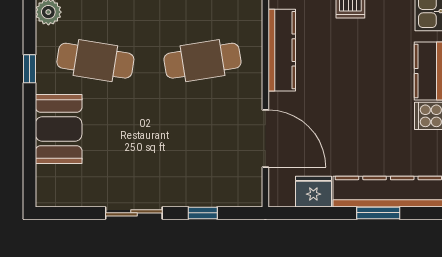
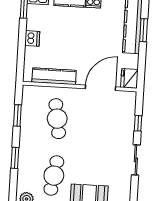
fridge: (313, 192) -> (129, 78), moved

